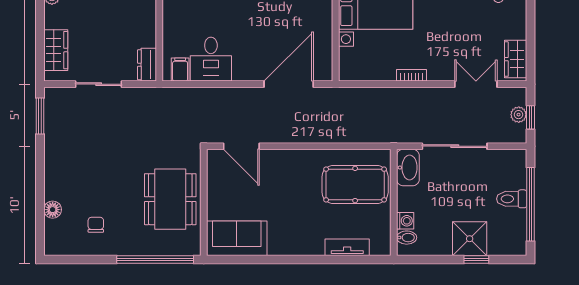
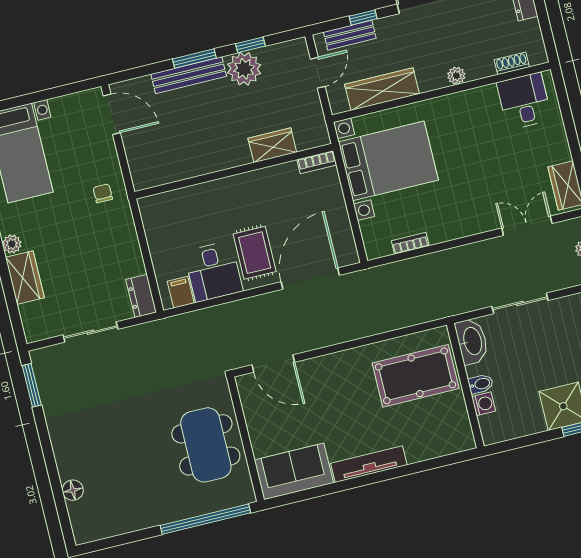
wardrobe: (56, 50) -> (25, 278), moved
rug: (248, 52) -> (255, 253), added
bookcase: (412, 75) -> (410, 243), moved
sliding door: (455, 146) -> (520, 303), width x0.73
chair: (96, 225) -> (127, 495), removed
bidet: (407, 238) -> (481, 384), moved
tv unit: (347, 247) -> (369, 464), moved, width x1.41

